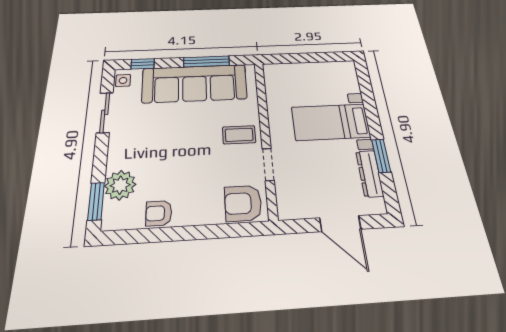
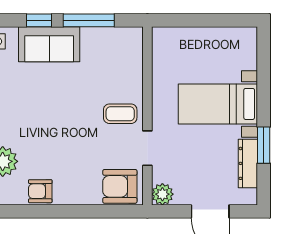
window: (143, 64) -> (39, 20), moved
sofa: (194, 83) -> (49, 44), width x0.54, depth x0.79
plant: (288, 209) -> (162, 194), added

